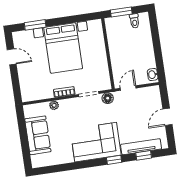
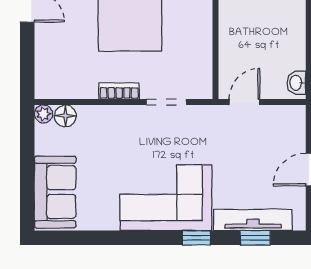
floor lamp: (108, 98) -> (65, 116), moved
plant: (54, 105) -> (43, 114), moved
sofa: (38, 135) -> (55, 192), moved

